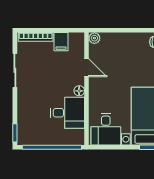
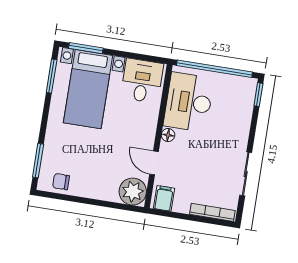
plant: (94, 38) -> (133, 192), width x1.88, depth x1.88
filing cabinet: (61, 42) -> (164, 198), moved
desk: (67, 113) -> (189, 102), width x1.37

